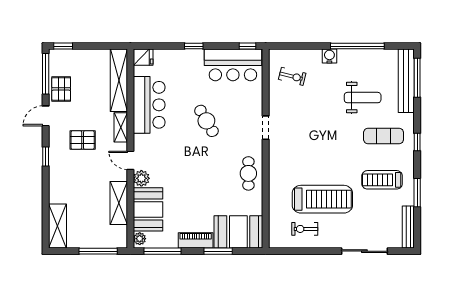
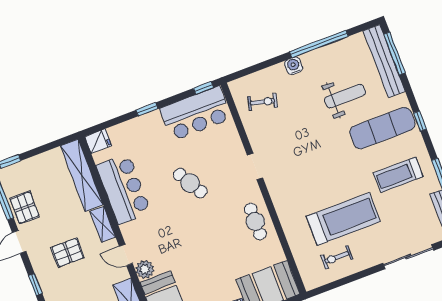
exercise mat: (384, 136) -> (382, 128), width x1.36, depth x1.45

